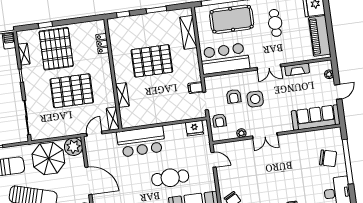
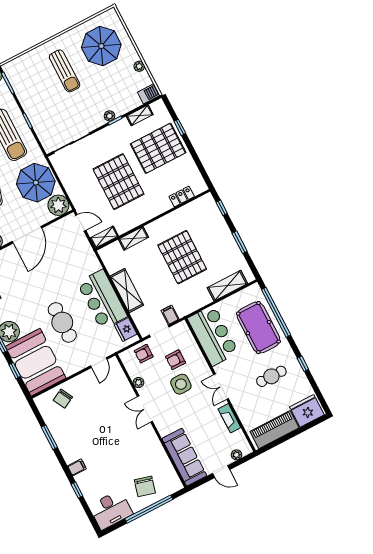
plant: (16, 79) -> (110, 116), added
shelving: (163, 116) -> (127, 291), added
bar counter: (141, 141) -> (102, 299), moved

